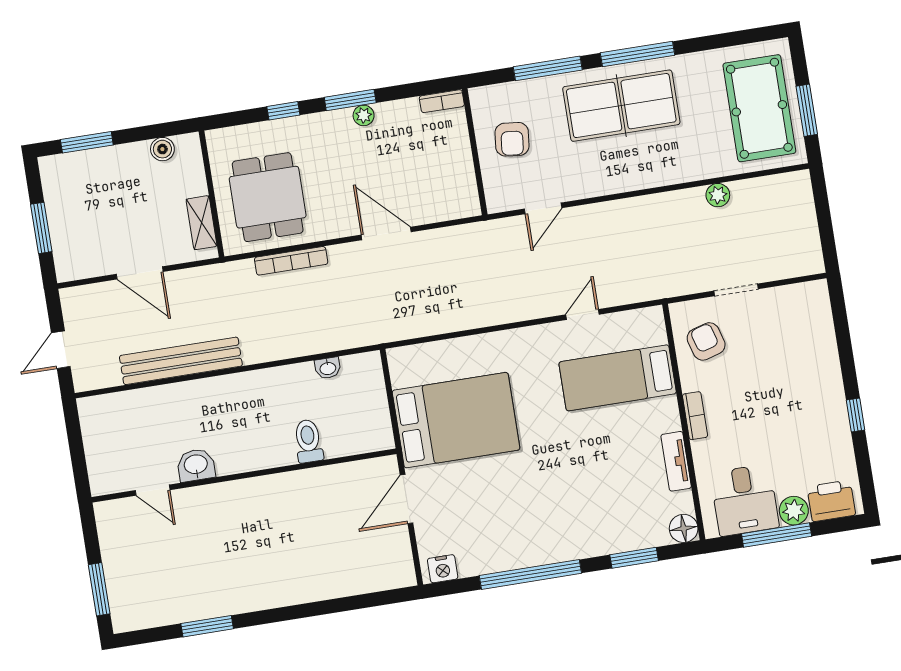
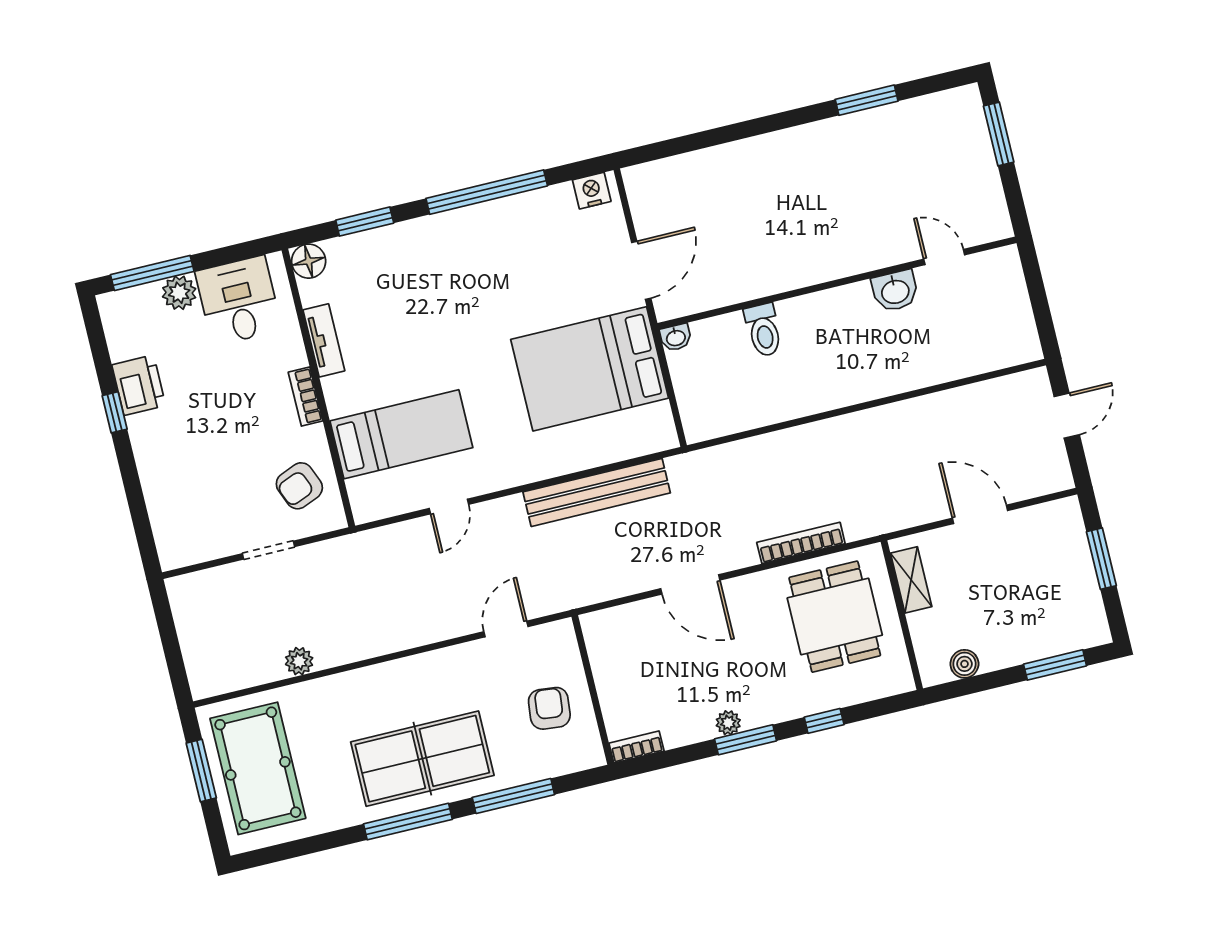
armchair: (706, 341) -> (299, 486), turned 84
bench: (181, 361) -> (597, 492), moved
washbasin: (328, 368) -> (676, 337), moved, turned 180
printer: (831, 501) -> (139, 385), moved, turned -90
window: (777, 535) -> (152, 273), moved

